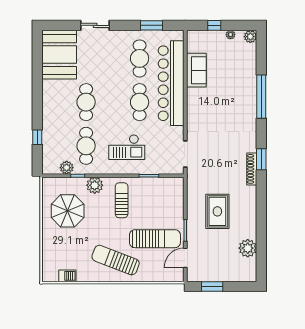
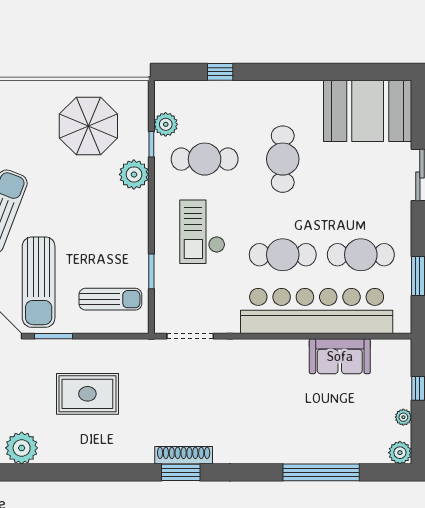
window: (261, 97) -> (321, 472), moved
cafe table: (86, 102) -> (283, 159), turned 90
shoe rack: (252, 169) -> (184, 455), moved
sun lounger: (122, 200) -> (110, 299), moved

